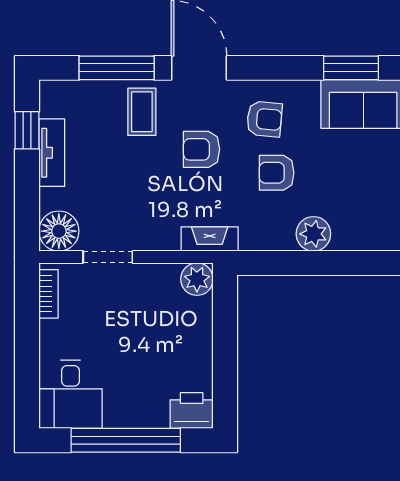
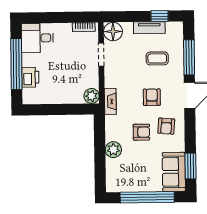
coffee table: (142, 112) -> (157, 58), moved
armchair: (277, 173) -> (141, 132), turned 90
printer: (192, 411) -> (30, 77), moved

